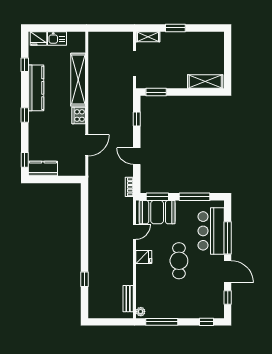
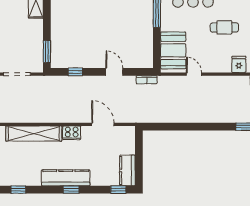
kitchen counter: (36, 88) -> (66, 178), moved
door: (137, 156) -> (114, 72), swing flipped
window: (157, 197) -> (157, 50), removed
fridge: (144, 257) -> (239, 64), moved
cafe table: (179, 261) -> (224, 27), width x0.73, depth x0.74

